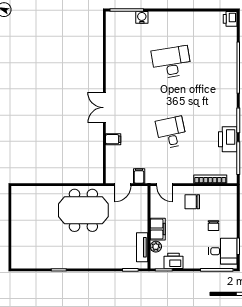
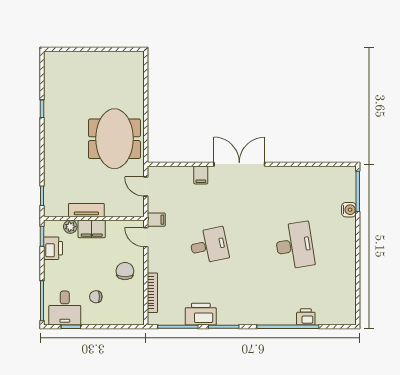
printer: (230, 19) -> (306, 317), moved
double door: (104, 108) -> (239, 164), width x1.37
filing cabinet: (139, 176) -> (156, 220), moved
door: (164, 185) -> (146, 237), hinge flipped
tv unit: (142, 247) -> (86, 210), moved

